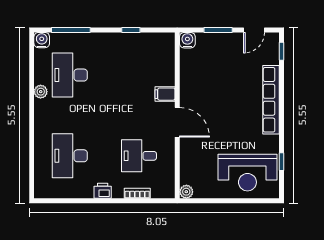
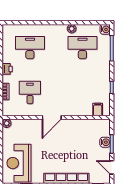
water cooler: (187, 40) -> (105, 142), moved
filing cabinet: (165, 94) -> (98, 109), moved

